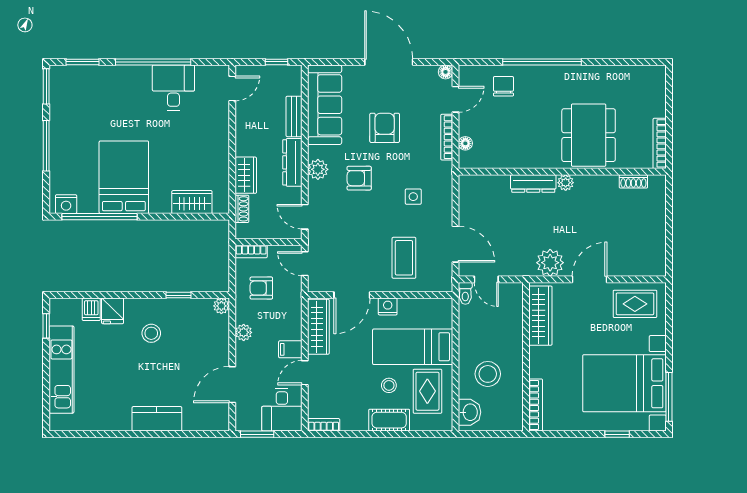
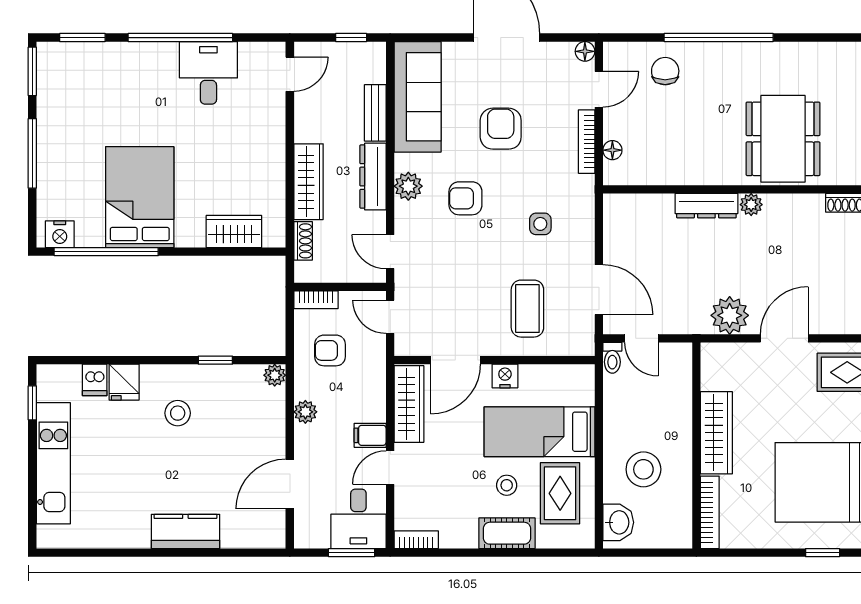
wardrobe: (246, 175) -> (309, 182), width x1.50
wardrobe: (540, 316) -> (716, 433), moved
window: (257, 434) -> (352, 553), moved

